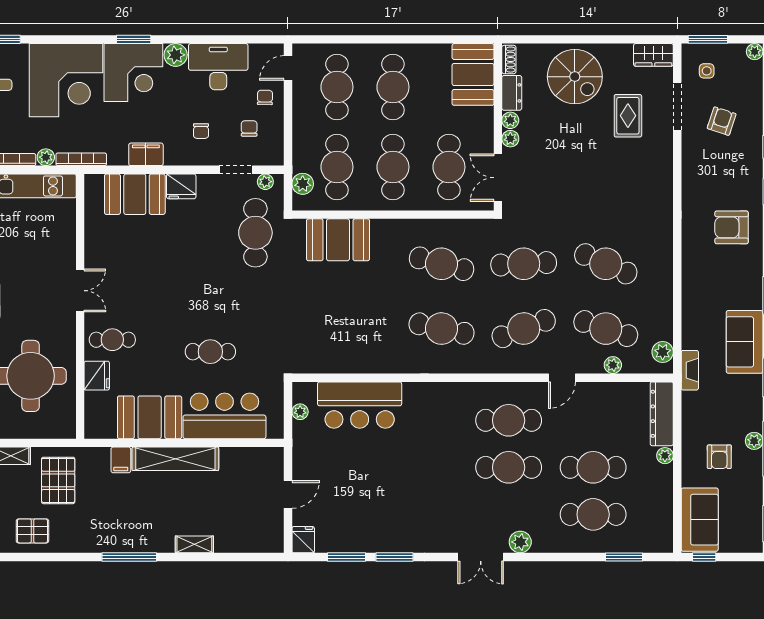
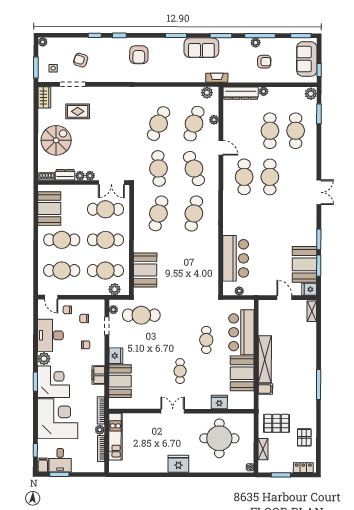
booth: (473, 74) -> (49, 209), moved, turned 90
cafe table: (112, 340) -> (180, 371), moved
sofa: (700, 520) -> (307, 59), moved, turned -90
booth: (349, 531) -> (304, 264), added
plant: (520, 542) -> (311, 94), moved
shelving: (194, 544) -> (312, 311), moved

